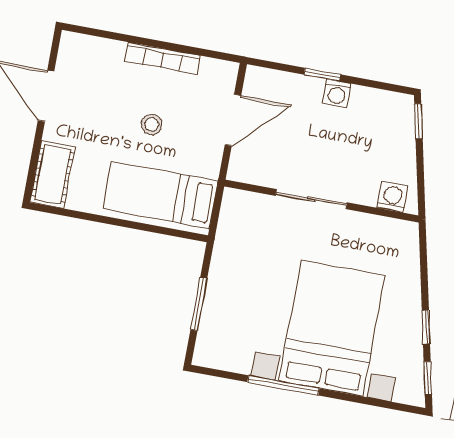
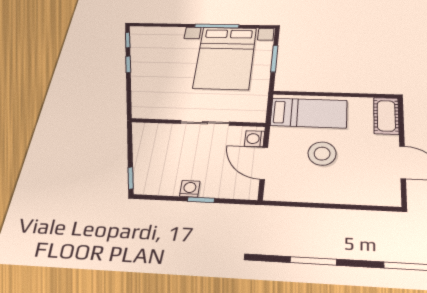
bookcase: (162, 58) -> (321, 197), removed
door: (233, 120) -> (264, 163), hinge flipped
stool: (152, 124) -> (322, 154), width x1.89, depth x1.89
washing machine: (392, 197) -> (254, 139), moved, turned 90
bed with nightstands: (332, 328) -> (225, 58), moved

